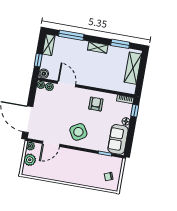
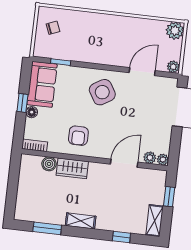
window: (71, 35) -> (121, 237), width x0.46
shelving: (133, 68) -> (26, 193), removed
boiler: (44, 74) -> (49, 164), moved
wardrobe: (101, 83) -> (72, 168), added
door: (67, 84) -> (124, 163), swing flipped
window: (135, 111) -> (22, 103), moved
plant: (30, 160) -> (175, 31), moved

